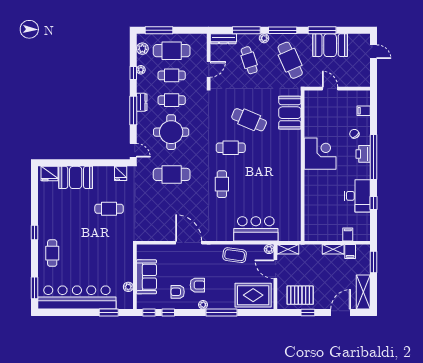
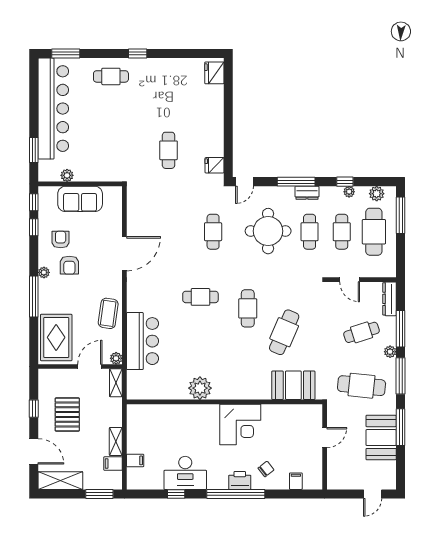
cafe table: (290, 60) -> (362, 386), turned 30
cafe table: (172, 174) -> (213, 232), width x0.73, depth x0.74
booth: (76, 177) -> (209, 107), removed
plant: (292, 185) -> (200, 388), added
pallet: (300, 295) -> (67, 414), moved

